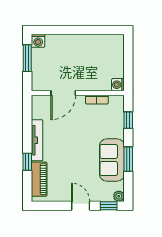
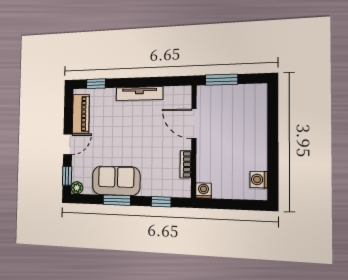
washing machine: (38, 41) -> (259, 180), moved
window: (27, 58) -> (221, 80), moved
window: (27, 162) -> (96, 84), moved
piano: (39, 179) -> (81, 114), moved, turned -90

